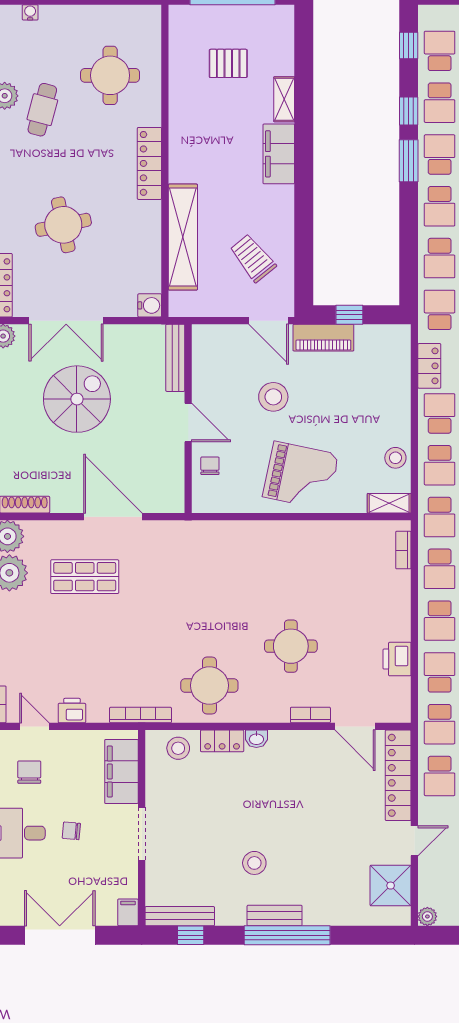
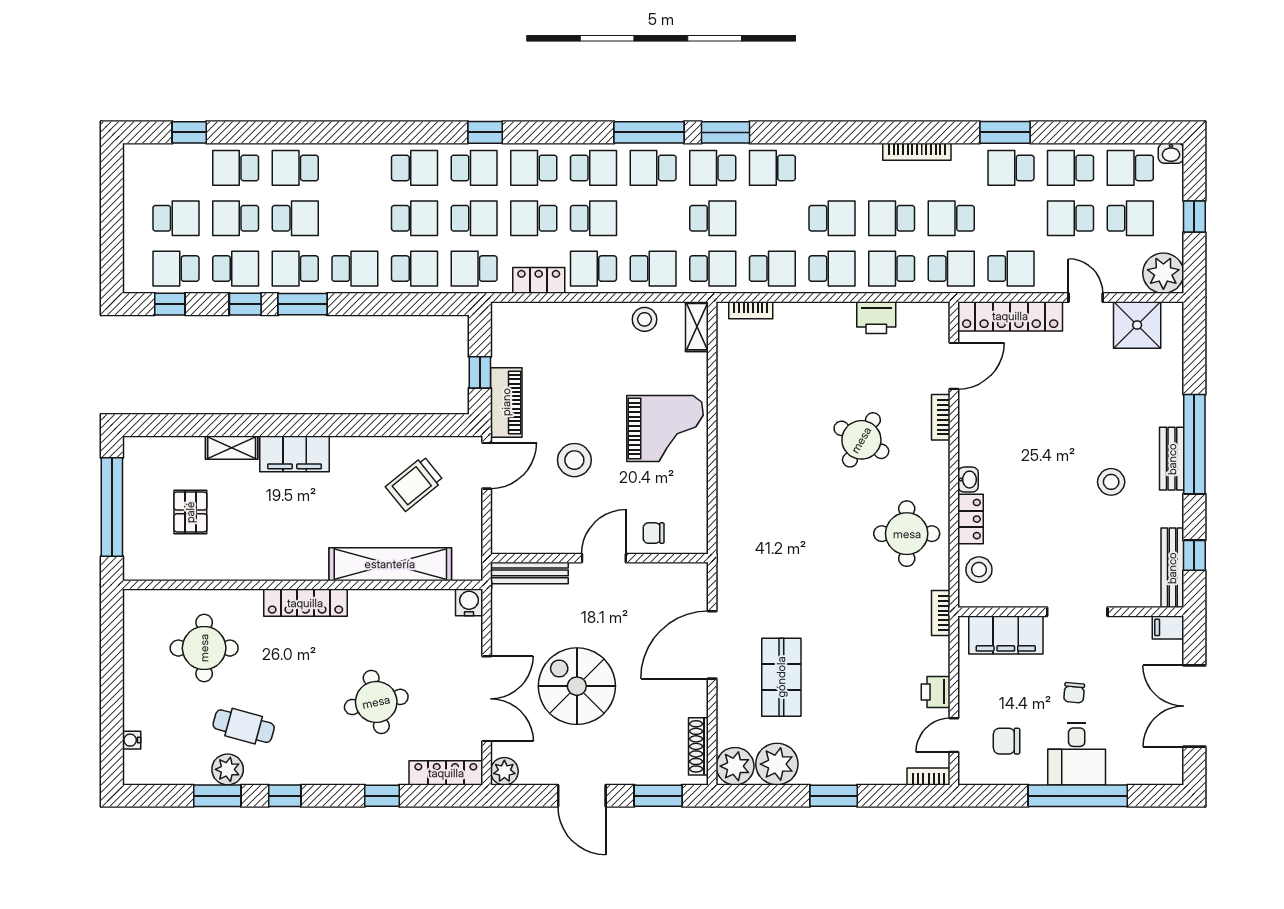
grand piano: (301, 476) -> (665, 429), turned 78
round table: (291, 646) -> (861, 440), turned 30
bookcase: (141, 715) -> (941, 613), width x0.64
plant: (427, 916) -> (1163, 273), width x1.87, depth x1.87

